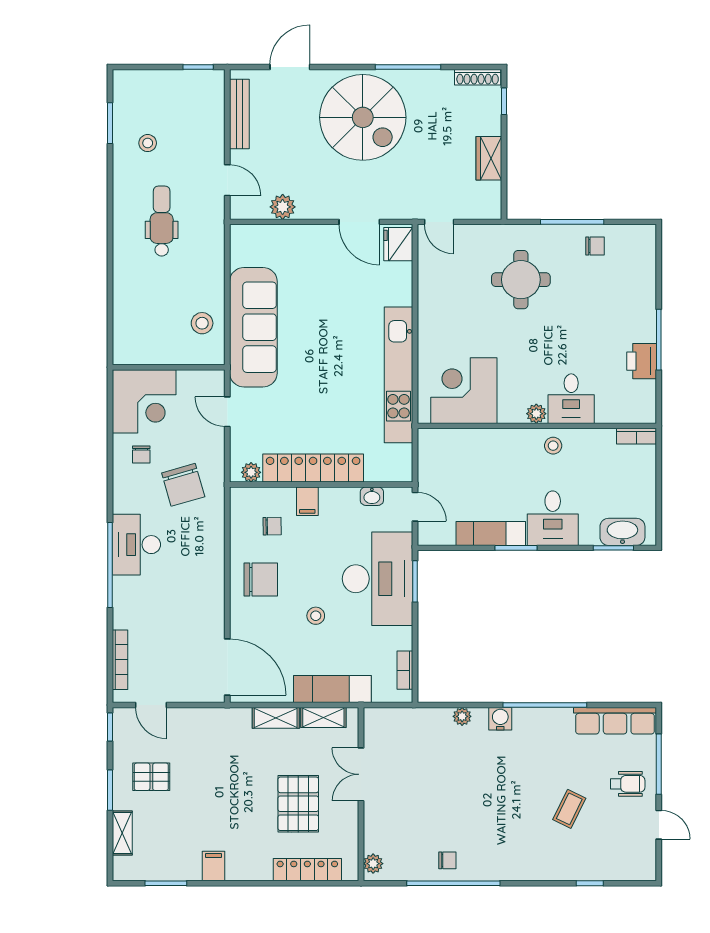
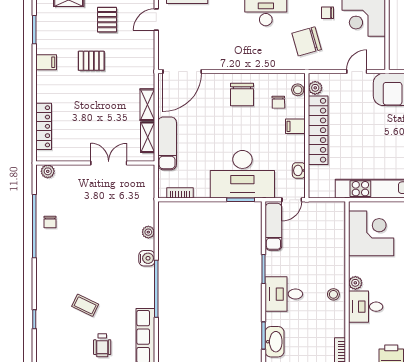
exam couch: (491, 533) -> (273, 227), moved
stool: (316, 616) -> (298, 90), moved
pallet: (298, 804) -> (91, 61), moved, width x0.67, depth x0.71

